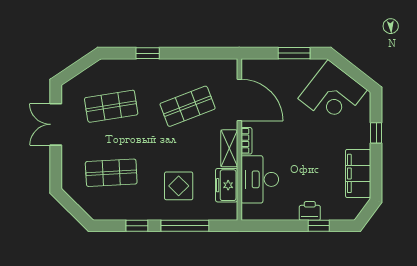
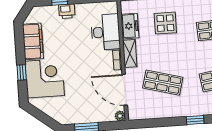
plant: (248, 65) -> (120, 116), added
corner desk: (332, 94) -> (45, 78), moved, turned 52
shop shelf: (188, 106) -> (163, 83), turned 36

